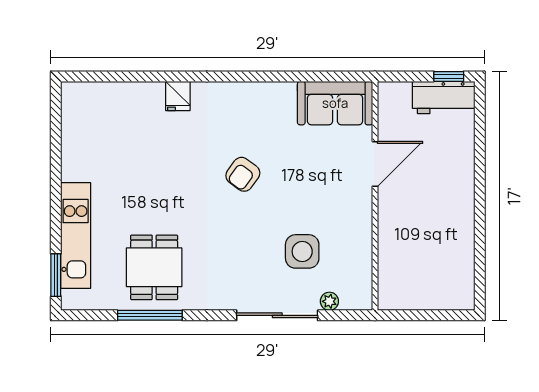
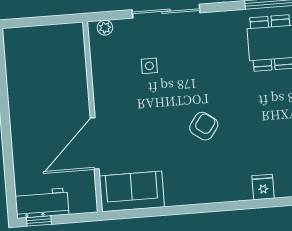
door: (375, 164) -> (95, 143), width x1.36
side table: (302, 251) -> (149, 66), width x0.54, depth x0.54
plant: (329, 301) -> (105, 28), moved

